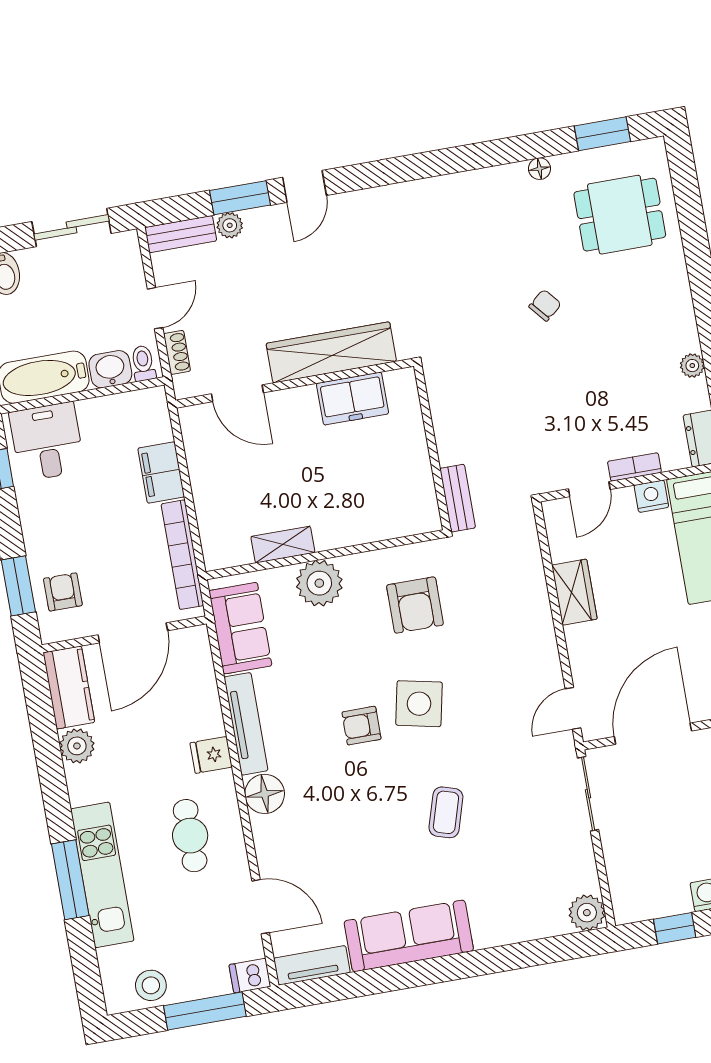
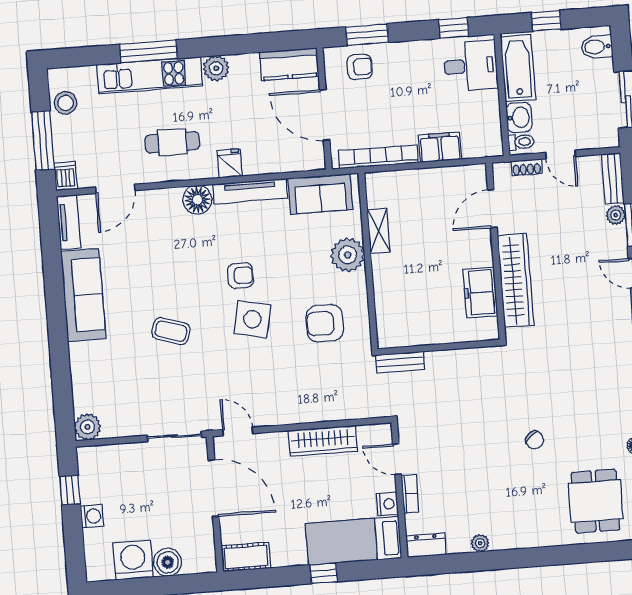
wardrobe: (574, 592) -> (323, 441), width x1.50
armchair: (361, 726) -> (240, 276), turned 90
plant: (77, 746) -> (216, 68), moved

